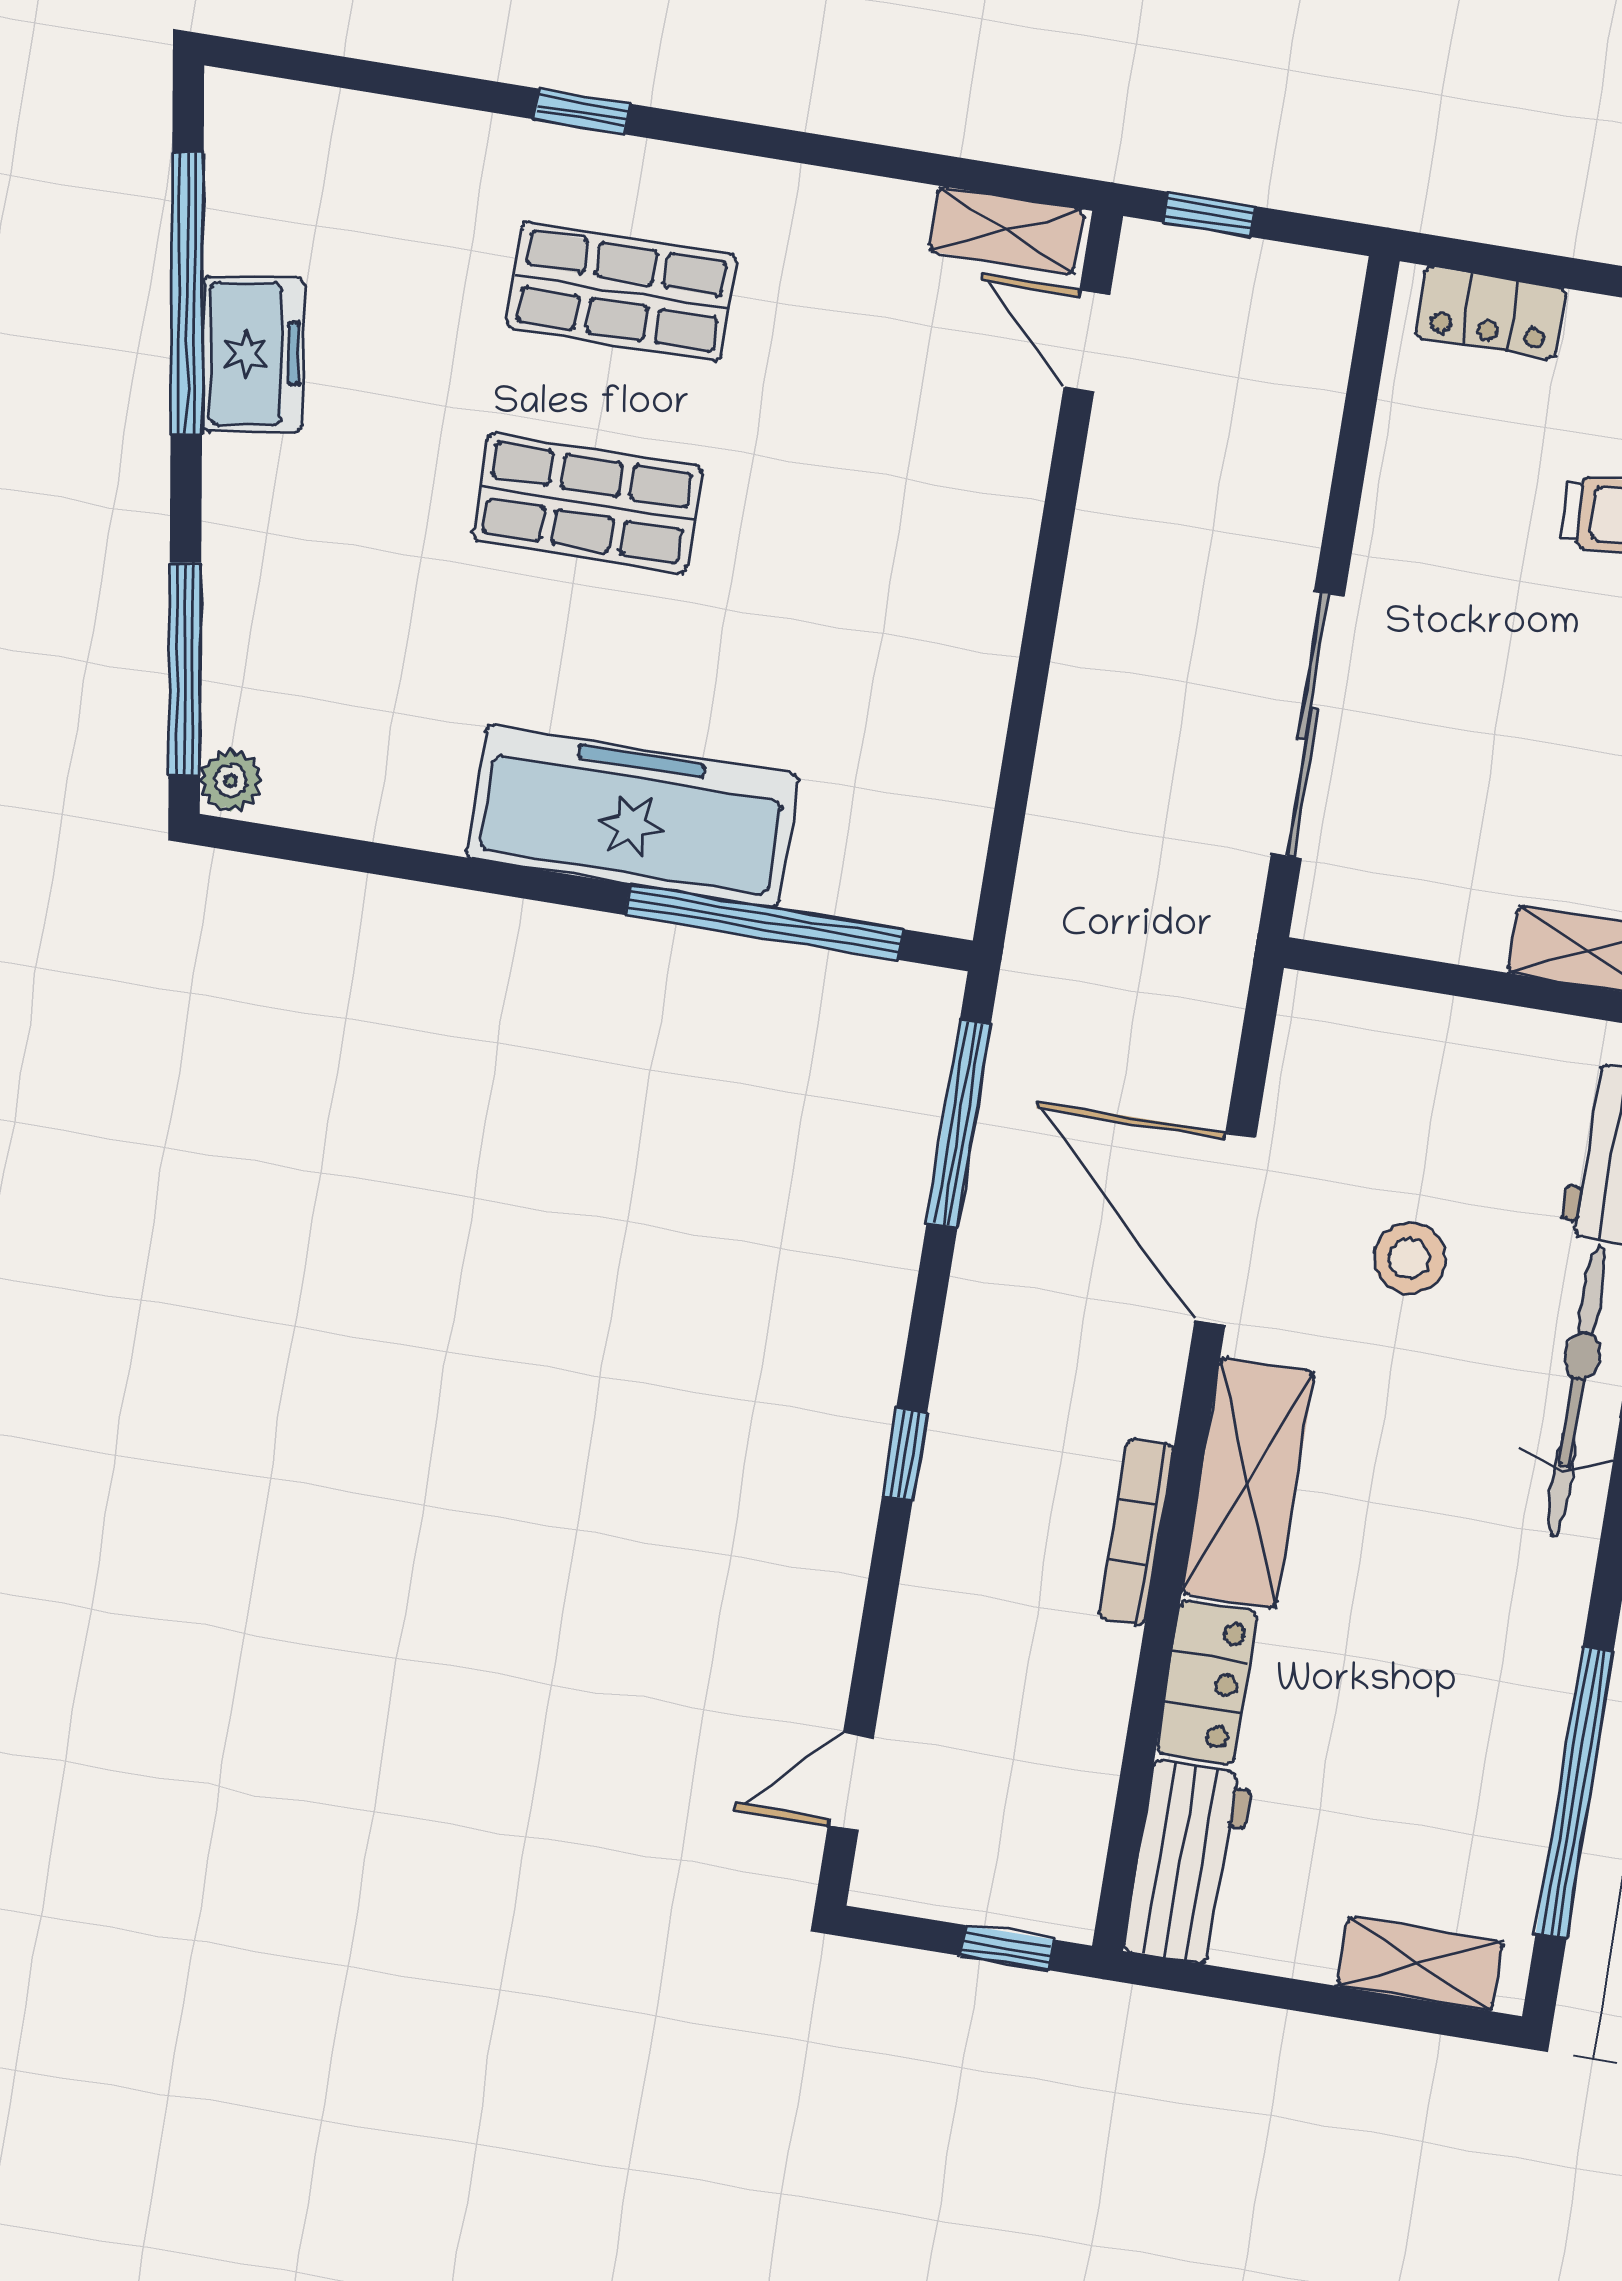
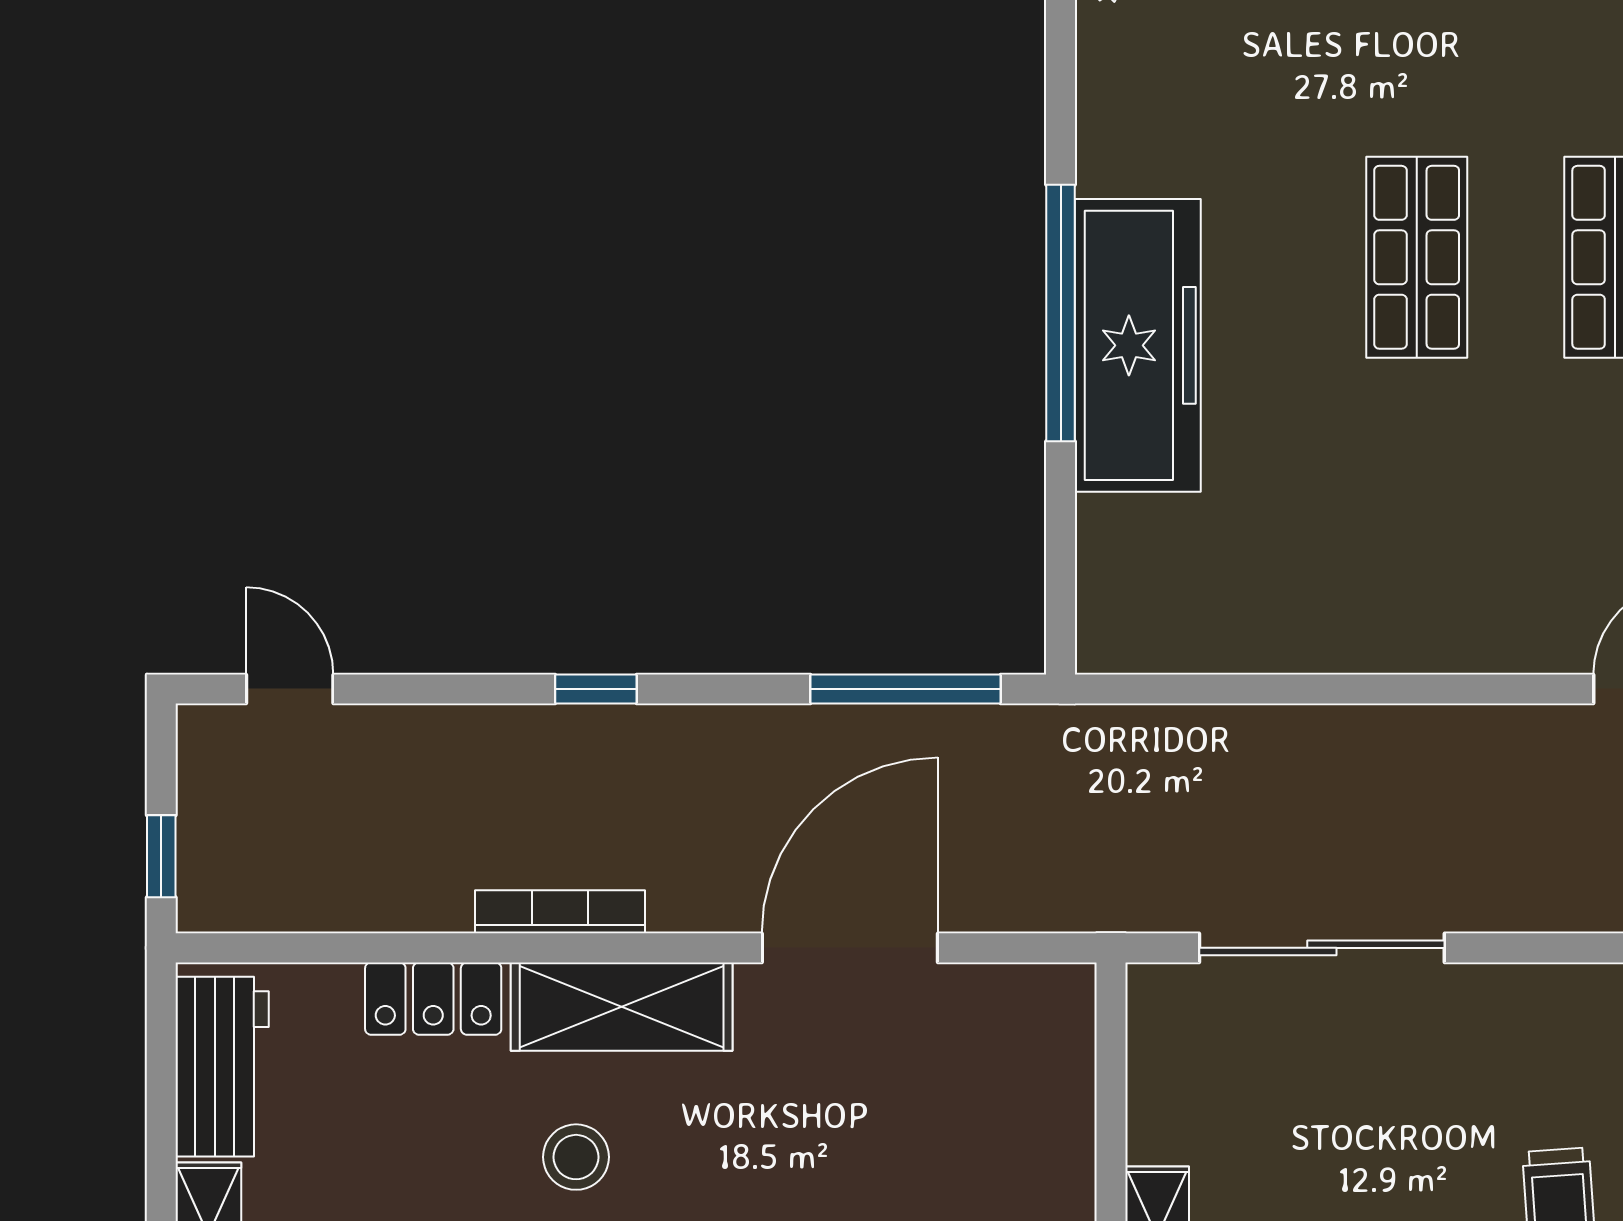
window: (764, 922) -> (1061, 313), moved
stool: (1409, 1258) -> (576, 1157), moved
workbench: (1188, 1863) -> (222, 1067), moved, turned -90

